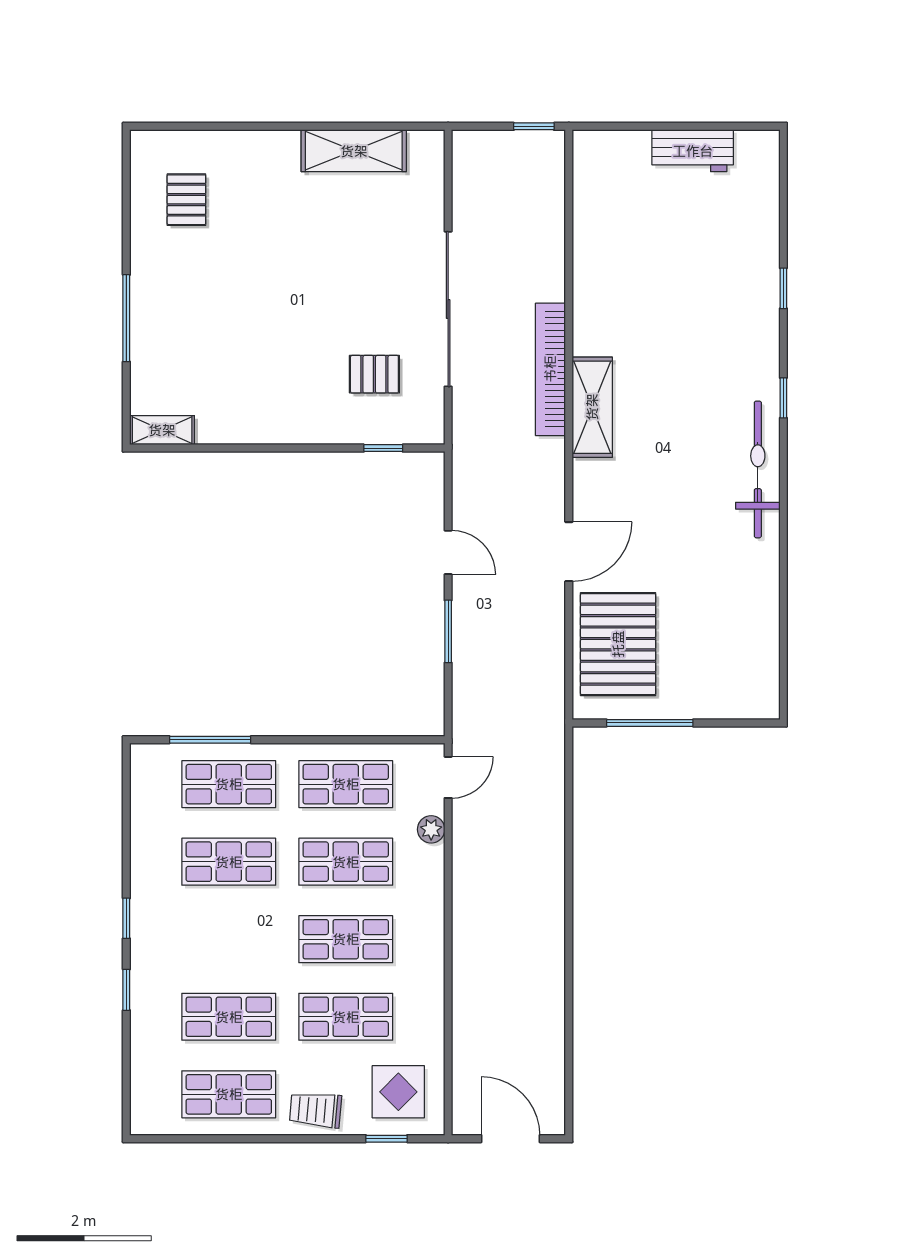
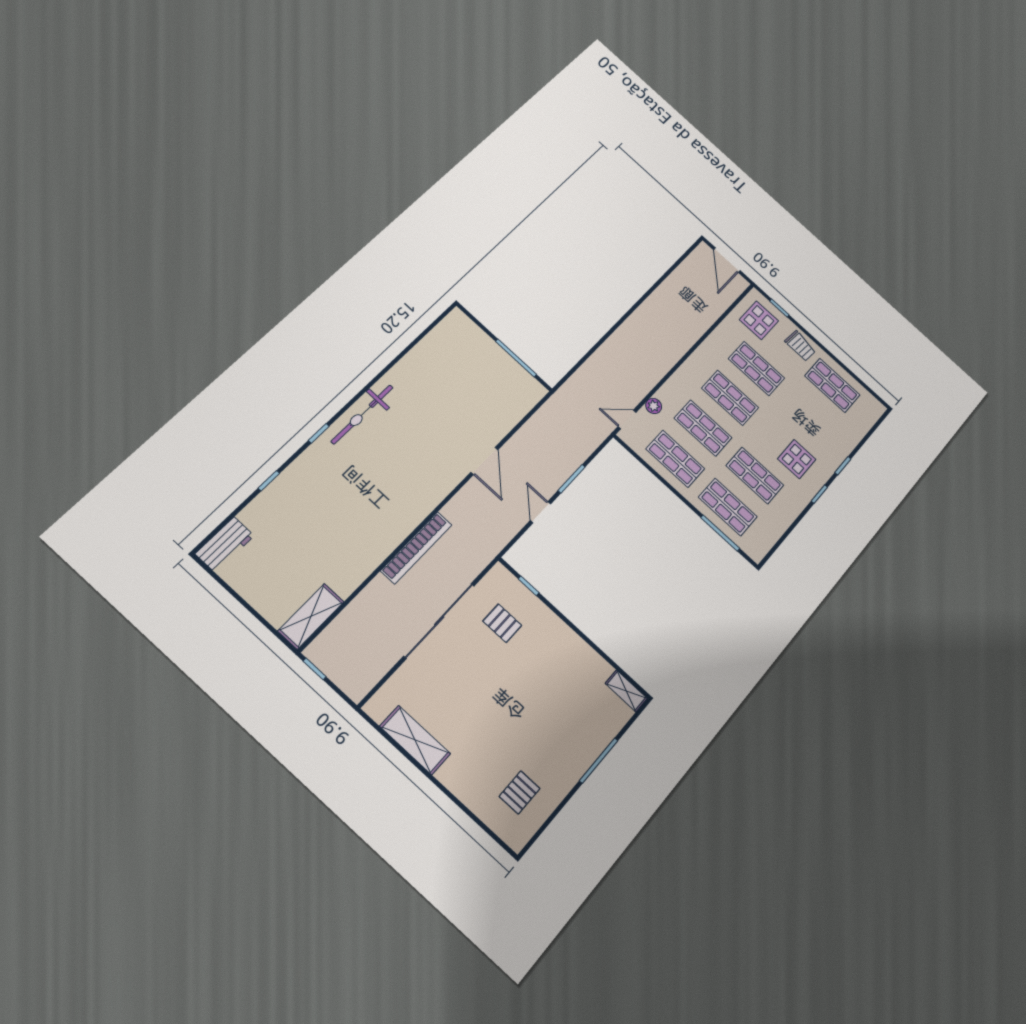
workbench: (693, 151) -> (225, 545), moved, turned 90
shelving: (592, 407) -> (311, 616), moved
door: (569, 552) -> (484, 461), swing flipped
pallet: (618, 644) -> (499, 402), removed
display table: (193, 939) -> (797, 459), added
shop shelf: (229, 1017) -> (807, 415), removed

